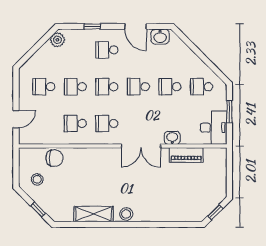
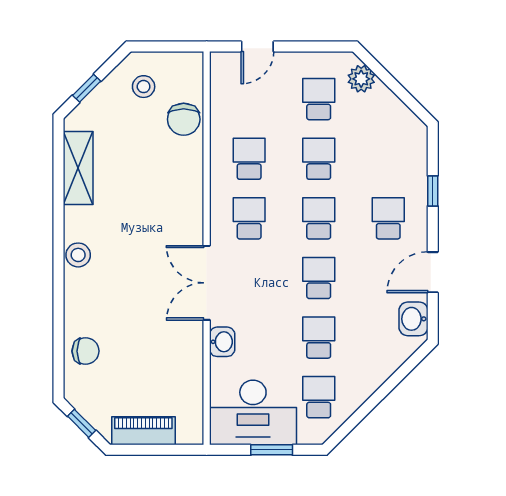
plant: (57, 40) -> (361, 79), moved
door: (16, 119) -> (257, 47), hinge flipped
desk: (214, 128) -> (253, 412), width x1.36, depth x1.30
piano: (186, 155) -> (143, 431), moved, turned 90
chair: (177, 210) -> (85, 351), added
shelving: (93, 214) -> (78, 168), moved

